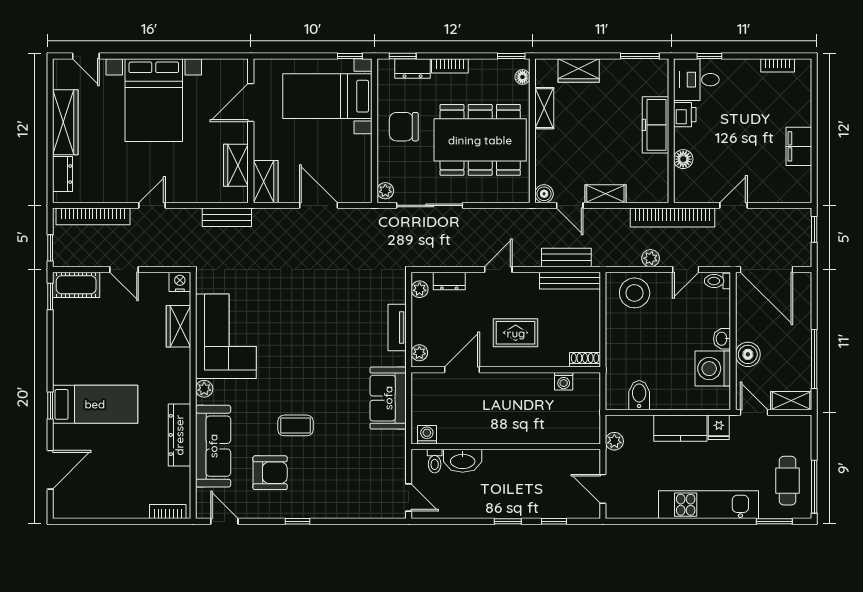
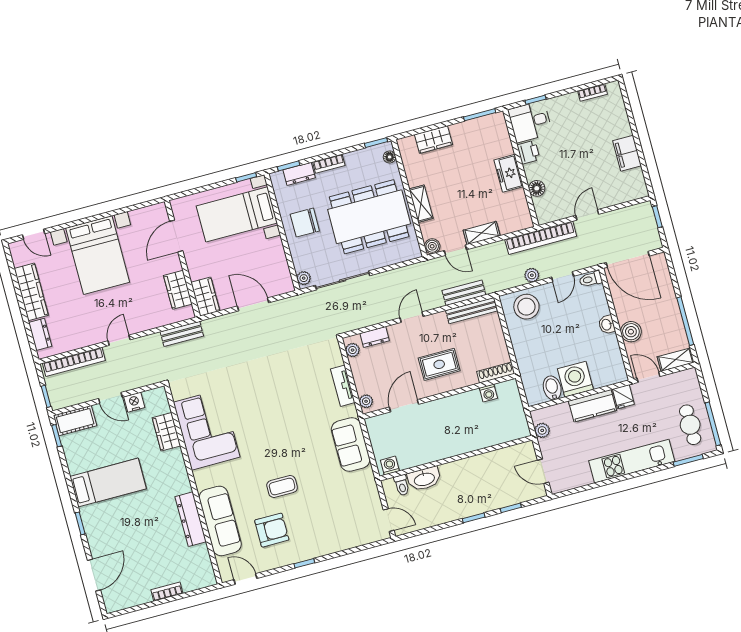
shelving: (544, 108) -> (421, 204), moved
freezer: (655, 125) -> (509, 173), width x0.71
nightstand: (180, 282) -> (134, 402), moved
shoe rack: (585, 360) -> (496, 373), width x1.43
washing machine: (713, 369) -> (575, 379), moved, turned 90
plant: (204, 389) -> (201, 477), removed
bed: (95, 404) -> (108, 483), moved
bookcase: (168, 511) -> (167, 592), moved

